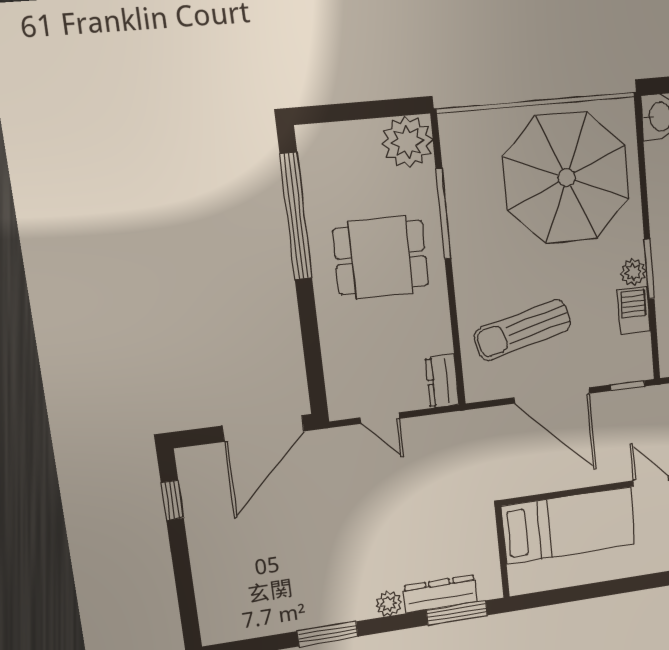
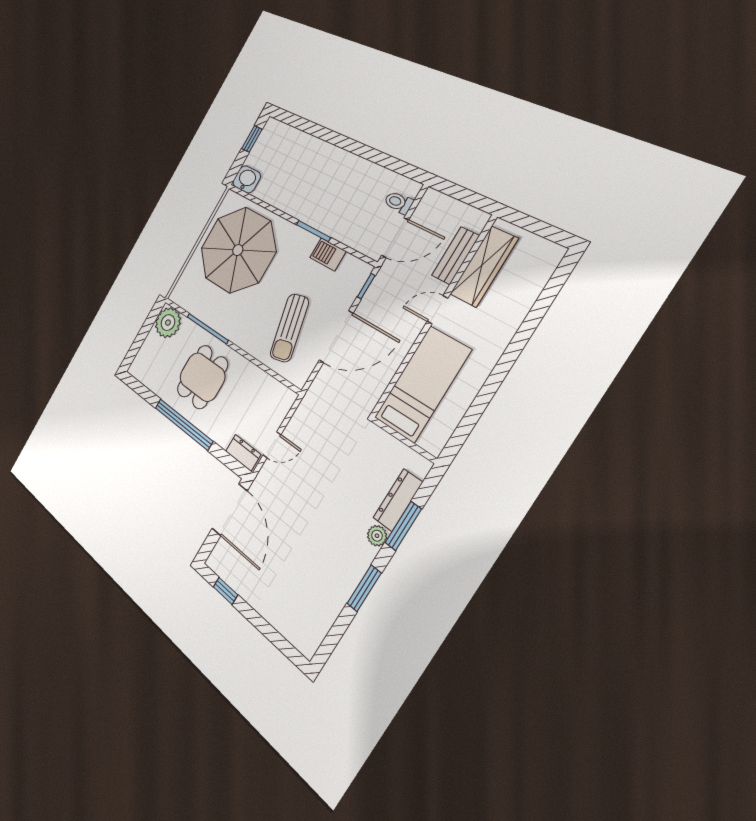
window: (296, 216) -> (184, 424), moved
plant: (633, 272) -> (308, 242), removed
dresser: (442, 381) -> (243, 453), moved, turned 180
window: (457, 613) -> (403, 526), moved

